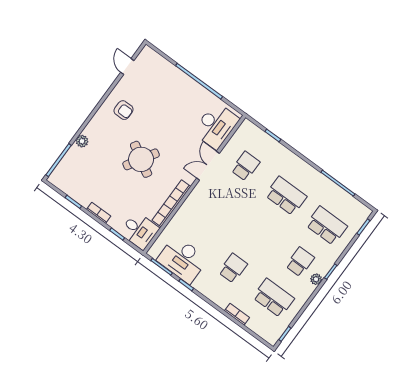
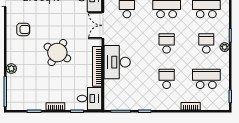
school desk: (259, 232) -> (167, 43), added
desk: (182, 260) -> (117, 62), moved, turned 90

